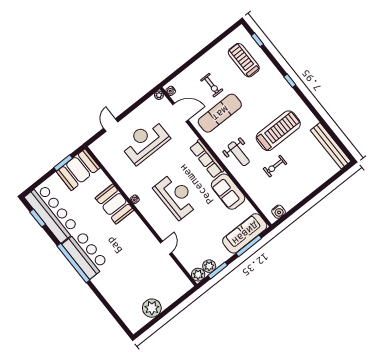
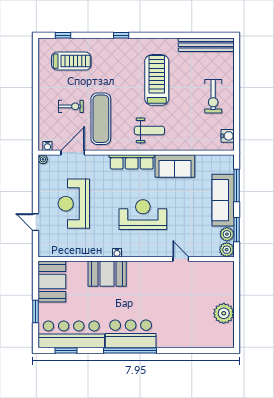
treadmill: (244, 60) -> (71, 61), turned 180
window: (63, 163) -> (36, 311), moved
exercise bike: (275, 166) -> (213, 96), moved, width x1.38, depth x1.39
sofa: (245, 233) -> (223, 200), moved

